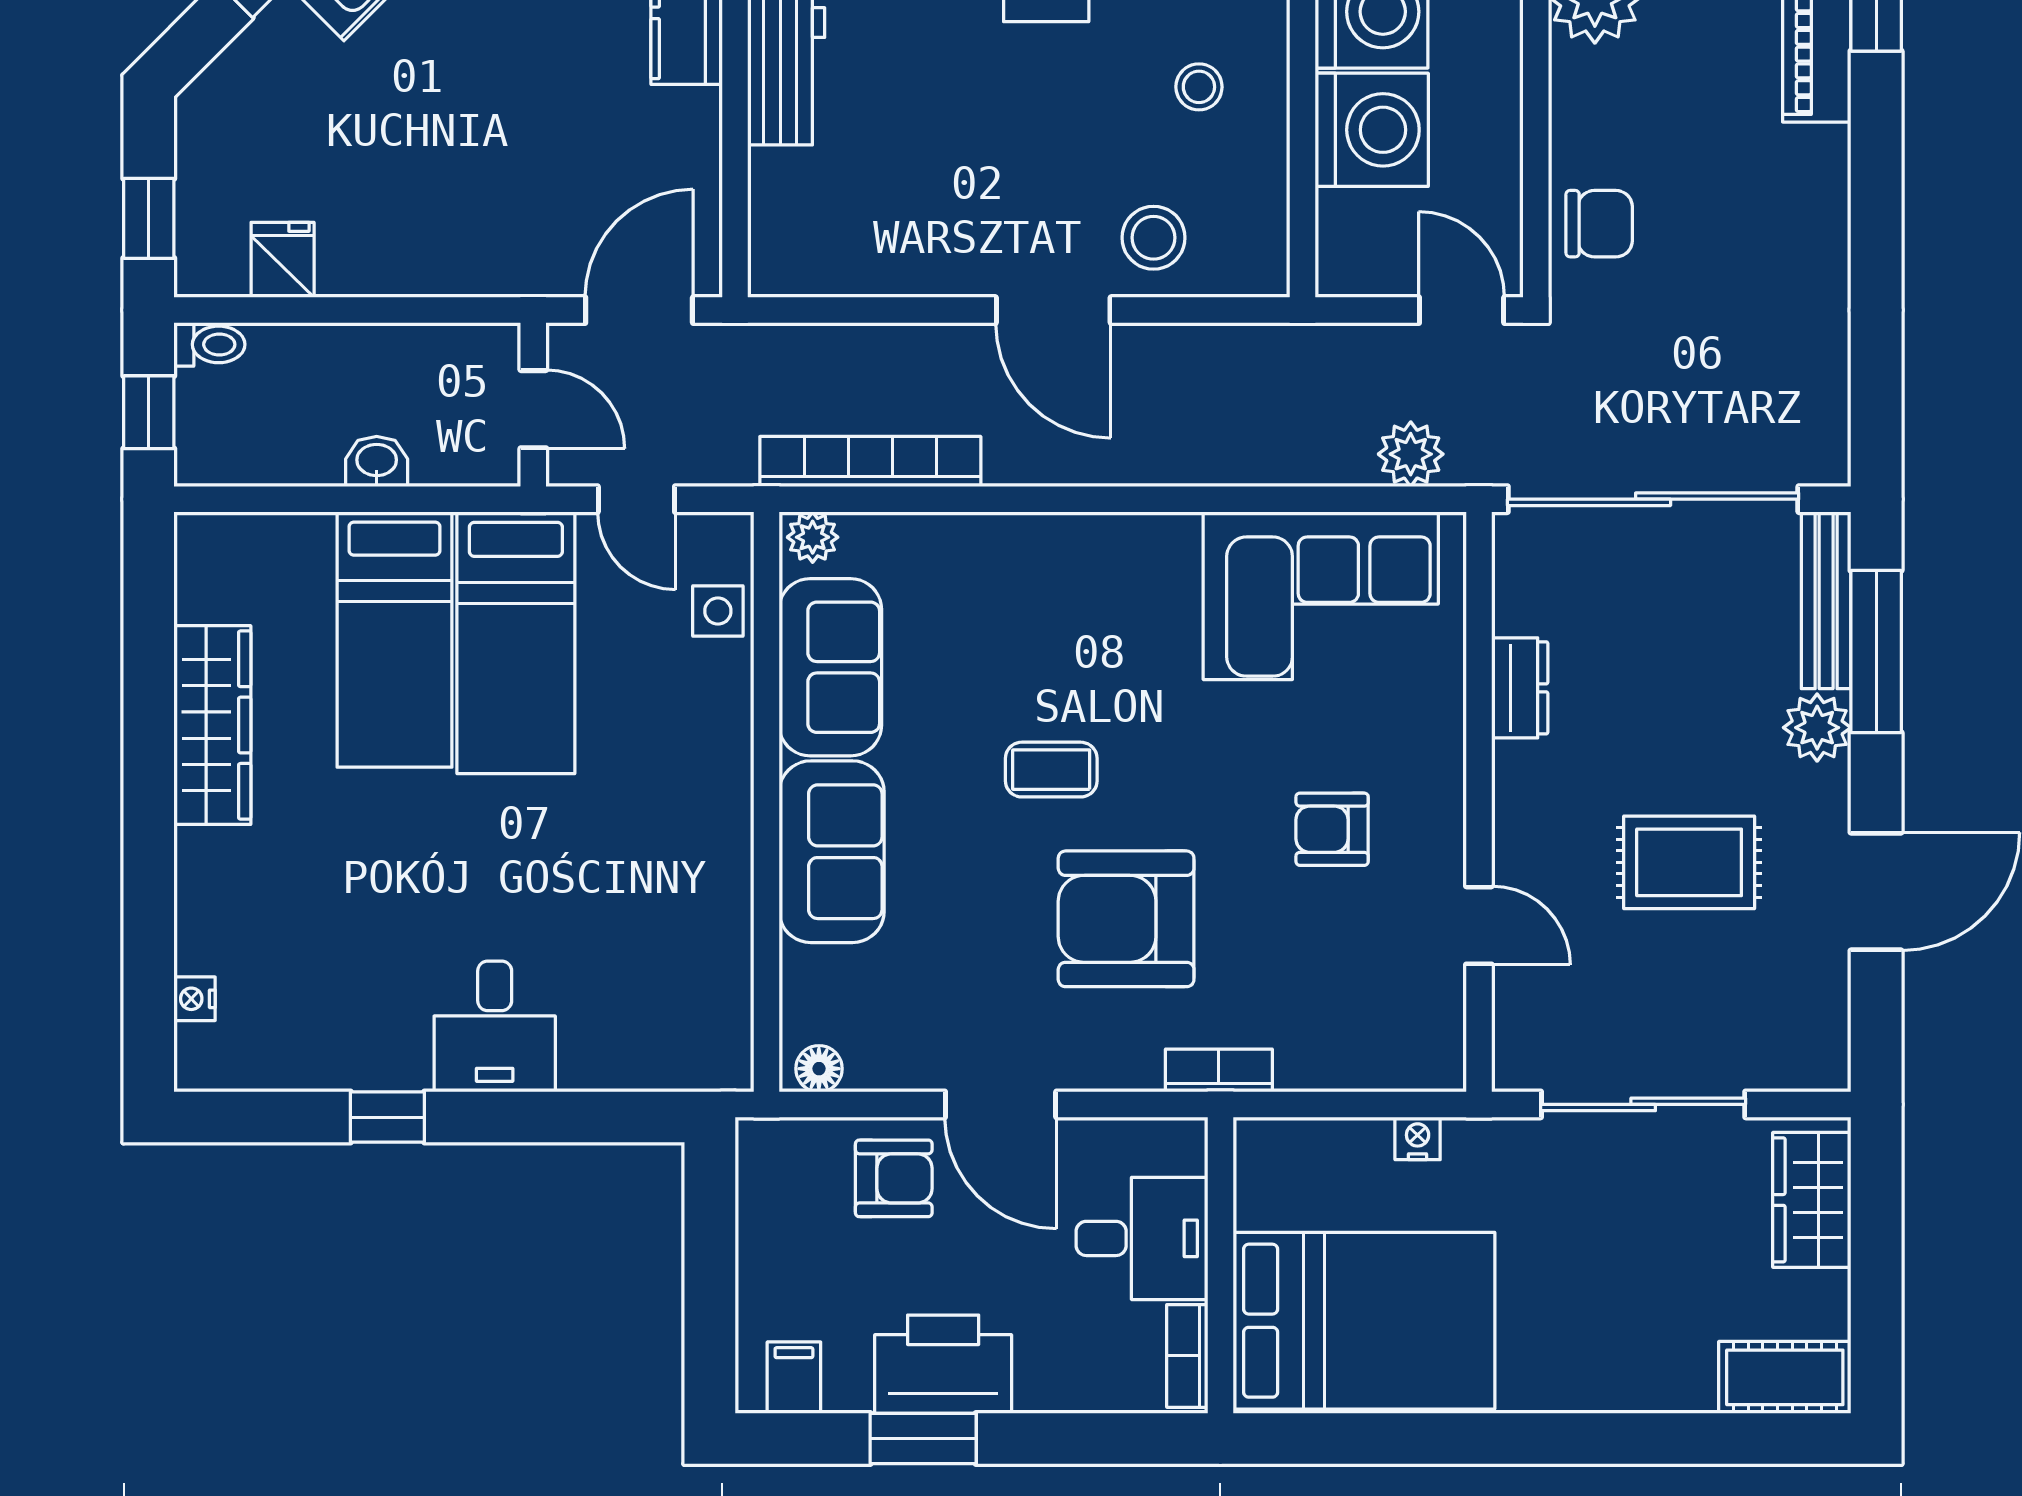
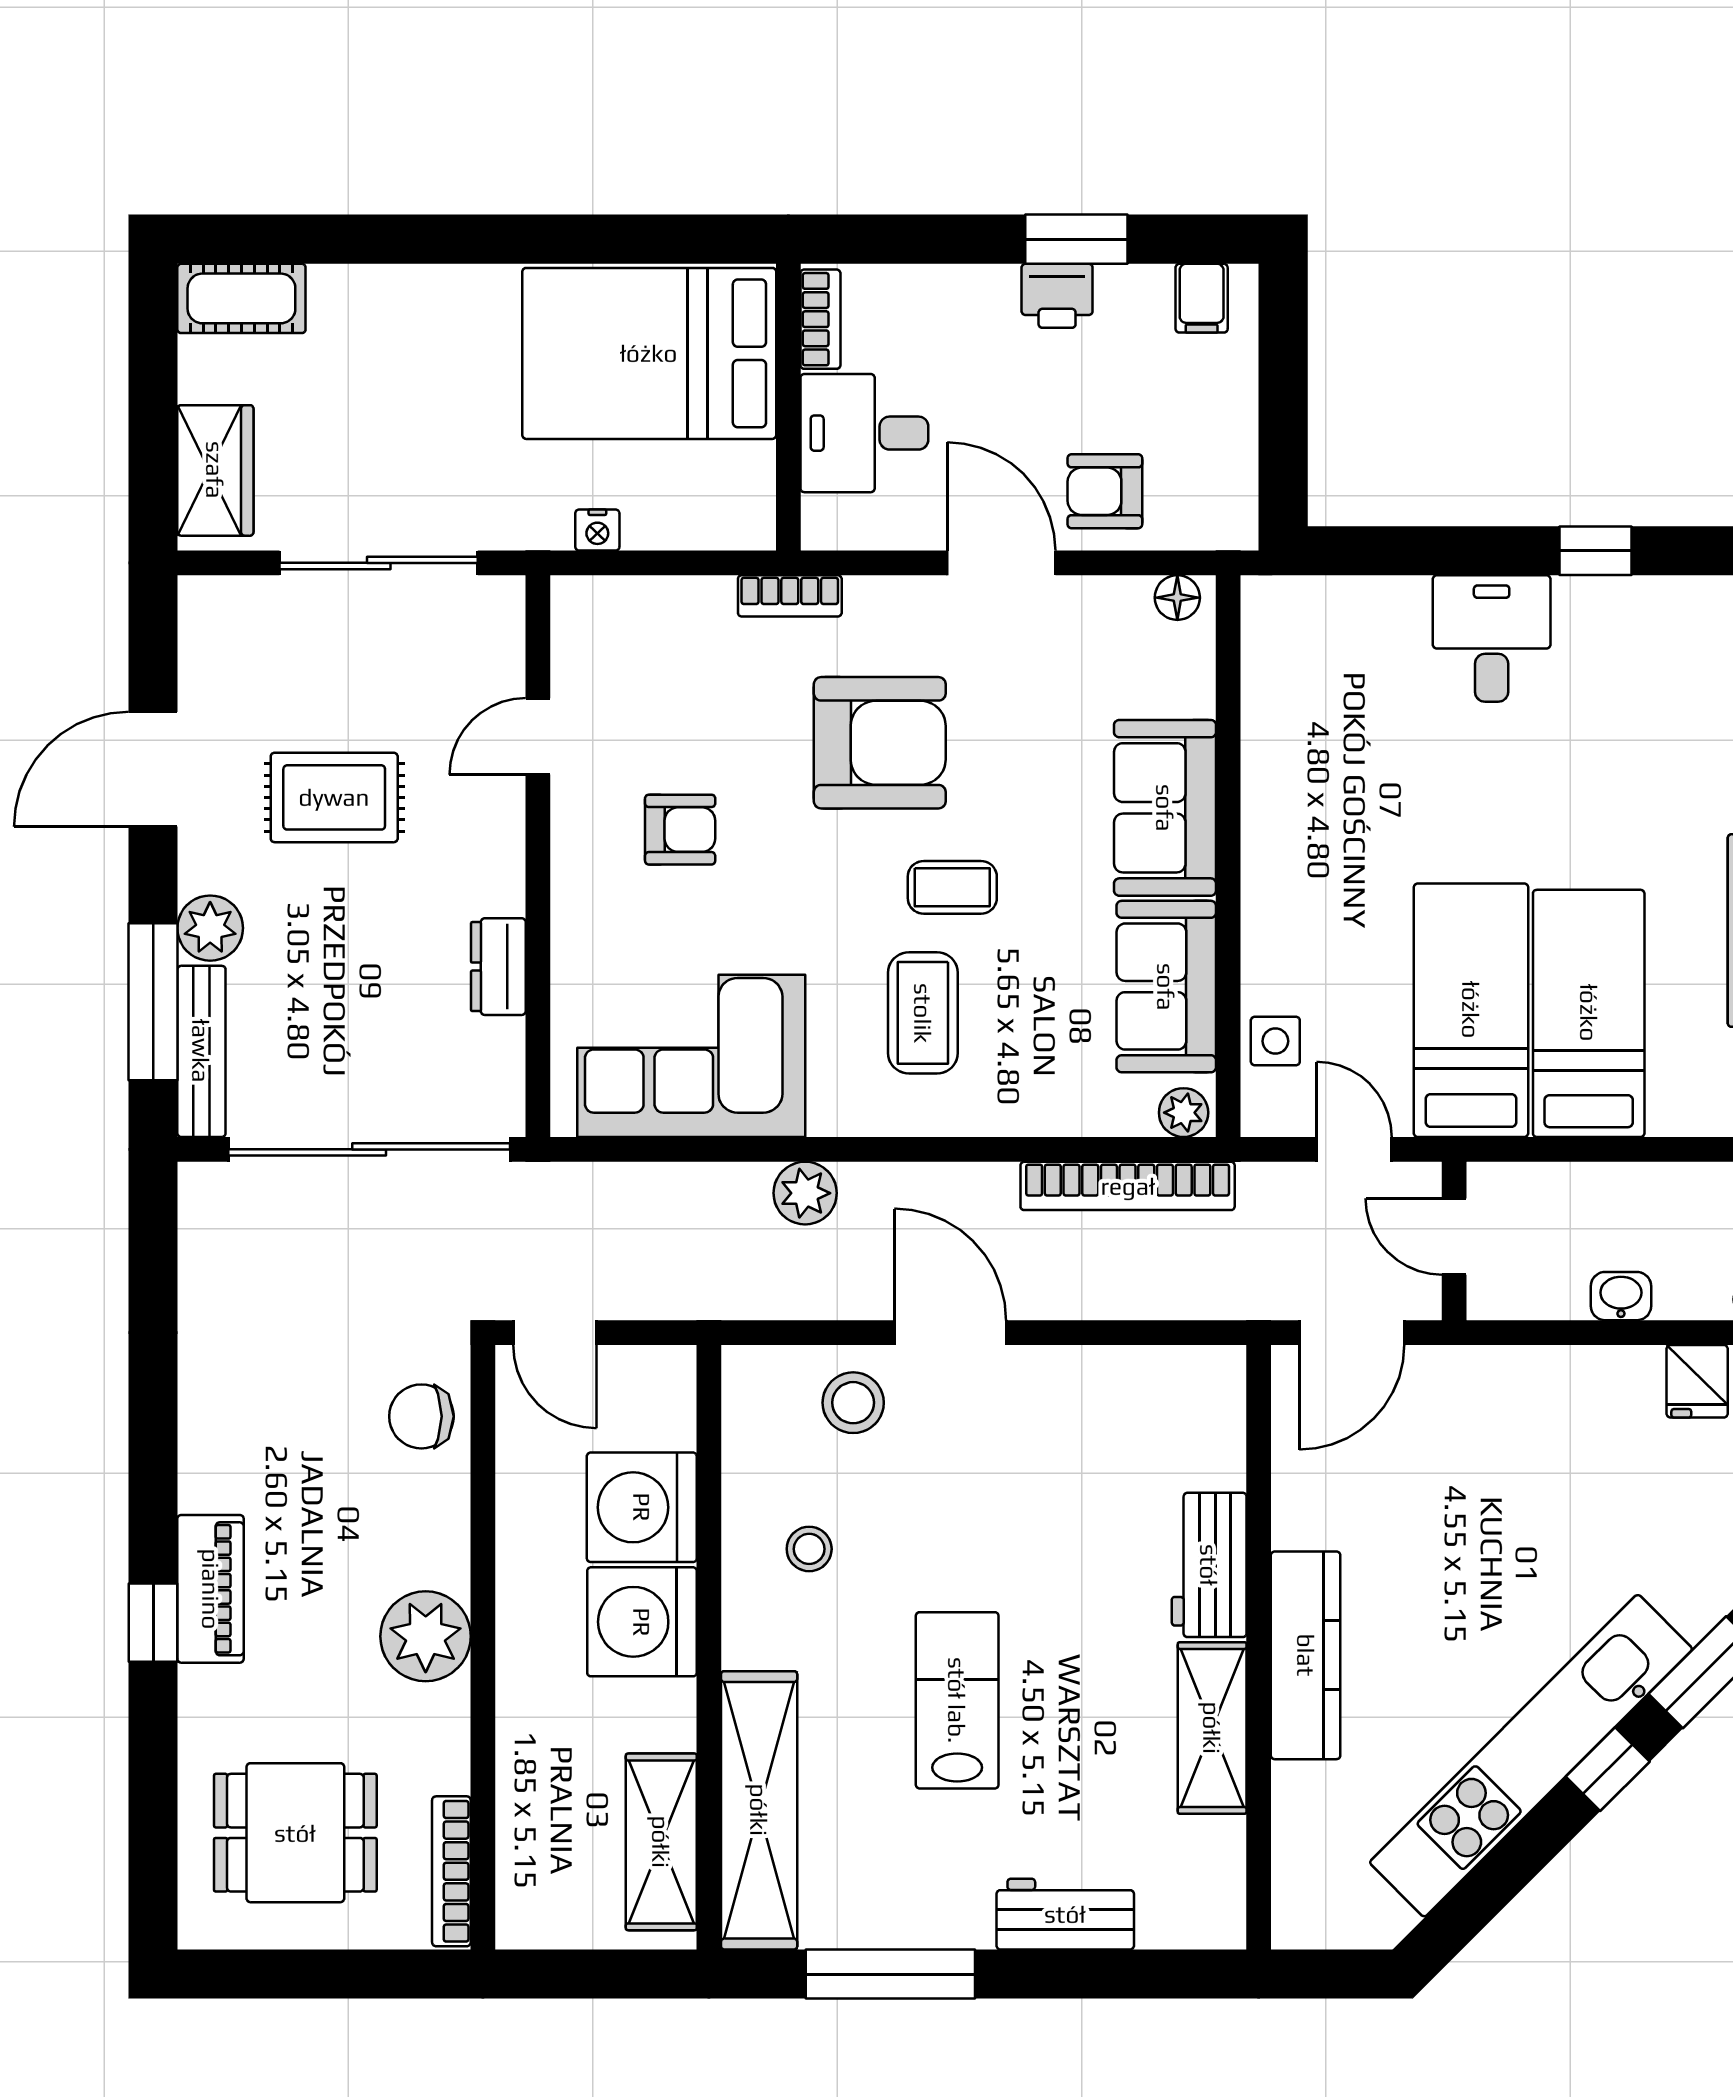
plant: (1411, 454) -> (805, 1193), moved
washbasin: (377, 462) -> (1621, 1296), moved, turned 180
coffee table: (1082, 640) -> (923, 1013), added
door: (1479, 925) -> (538, 736), hinge flipped
printer: (943, 1364) -> (1057, 296), width x0.53, depth x0.68

